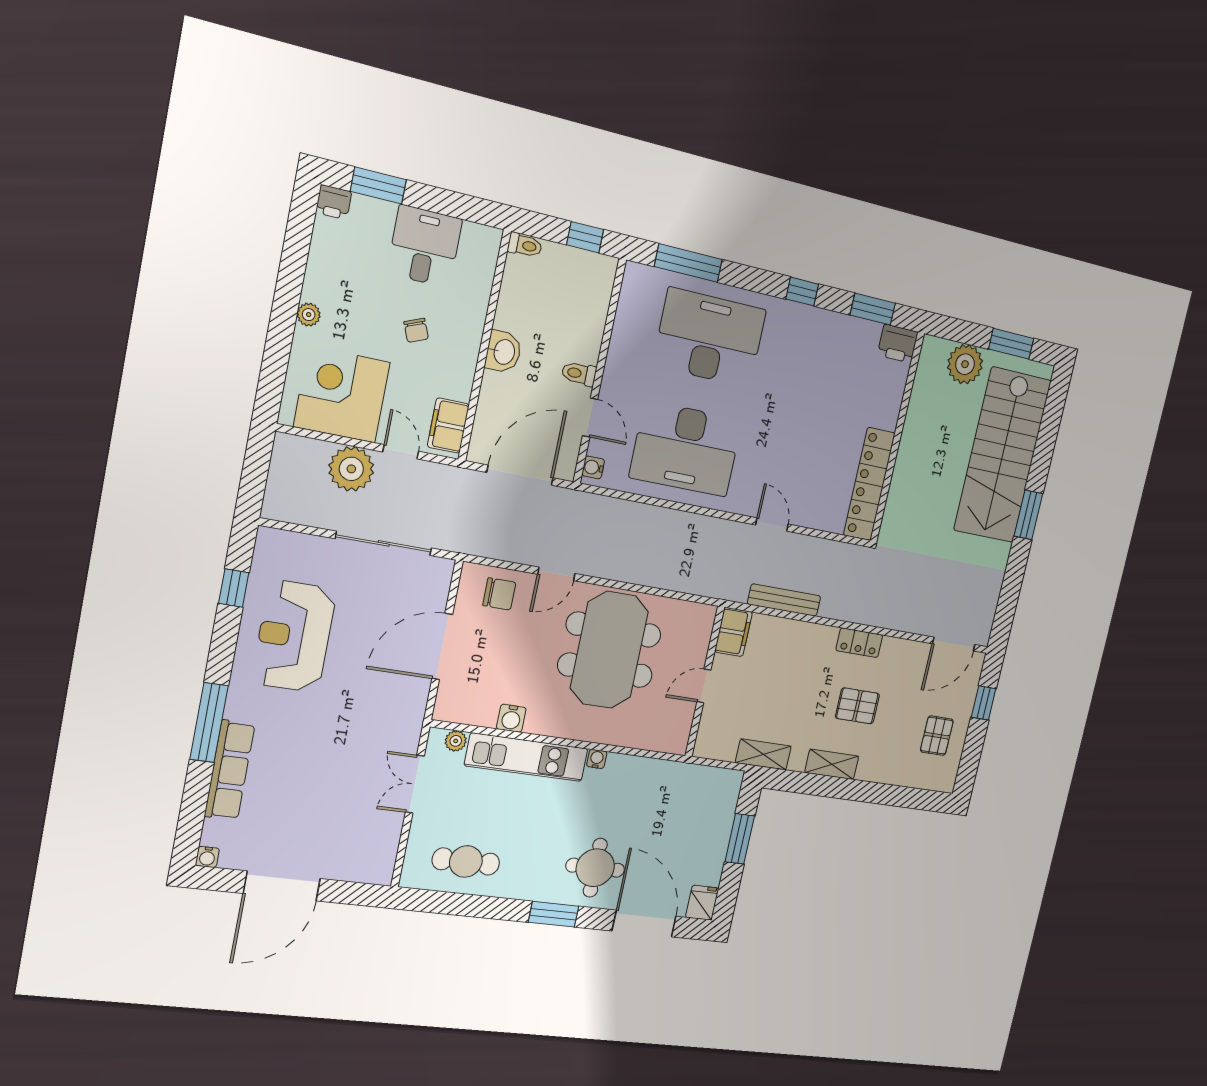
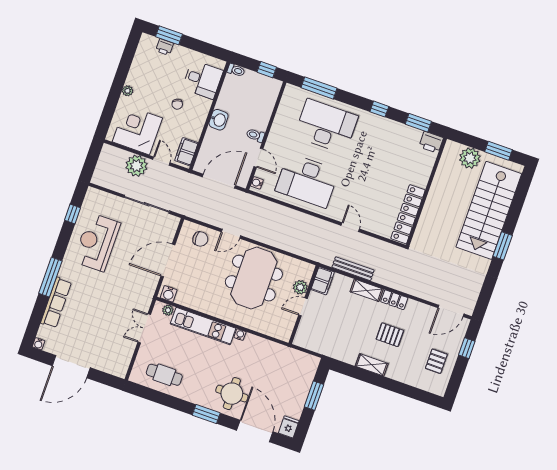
printer: (334, 202) -> (165, 47), moved
desk: (425, 246) -> (203, 80), moved, turned 90
plant: (695, 651) -> (300, 287), added
water cooler: (511, 718) -> (169, 294), moved
shelving: (763, 754) -> (367, 290), moved

